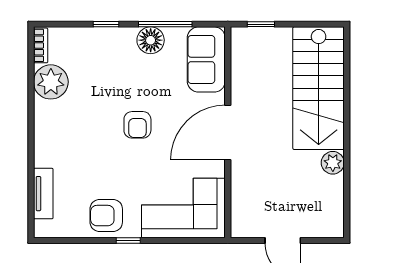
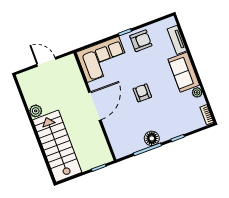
sofa: (206, 59) -> (184, 72), moved, turned 180
plant: (51, 82) -> (197, 92), width x0.53, depth x0.53

